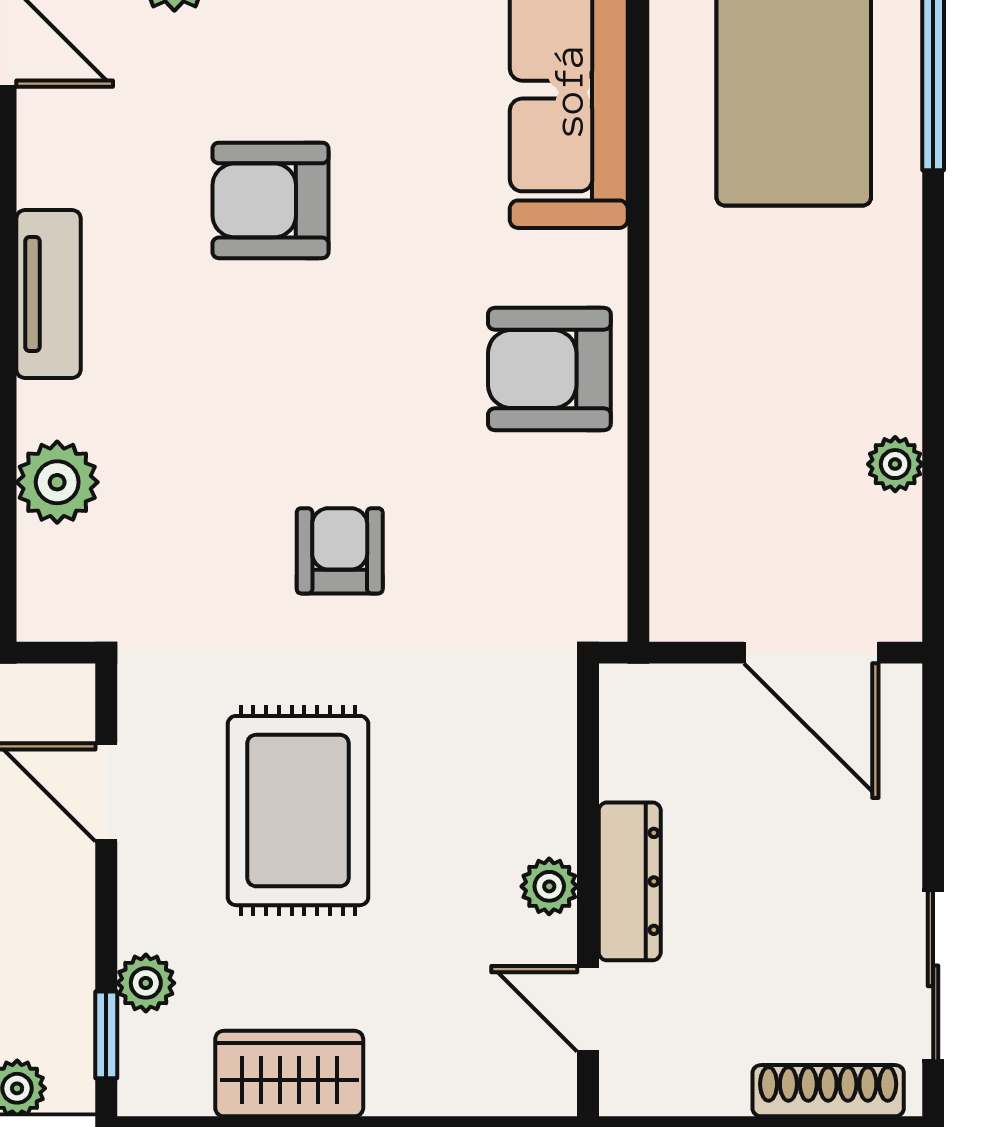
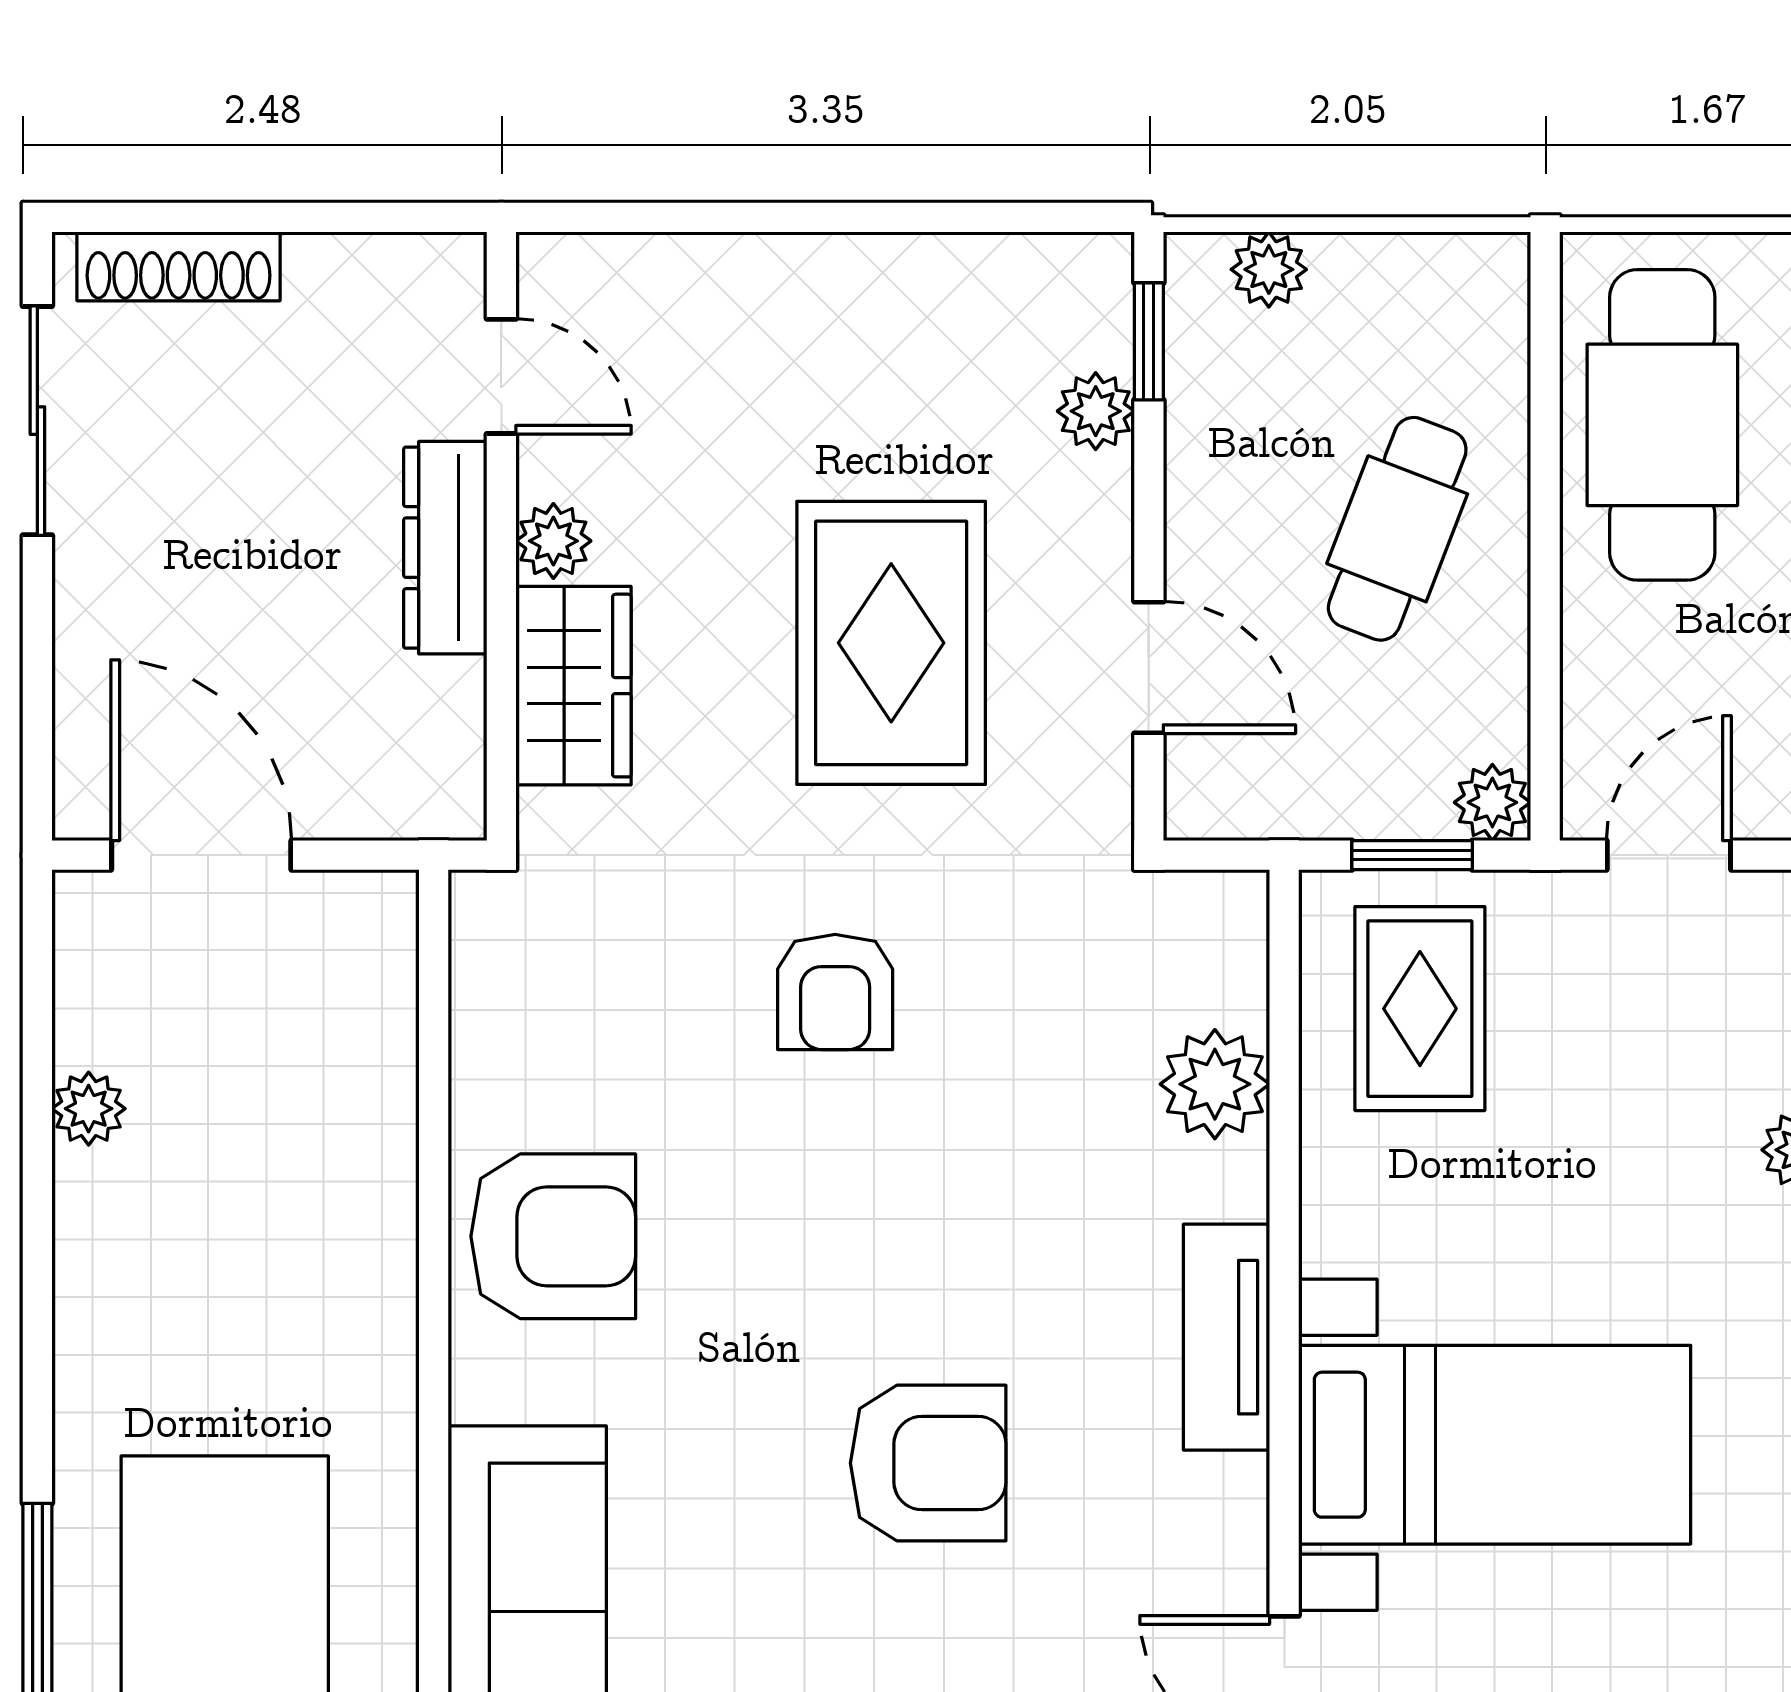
wardrobe: (289, 1074) -> (573, 686), moved, turned -90

